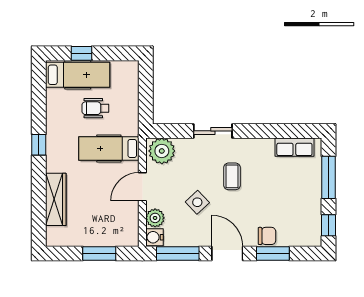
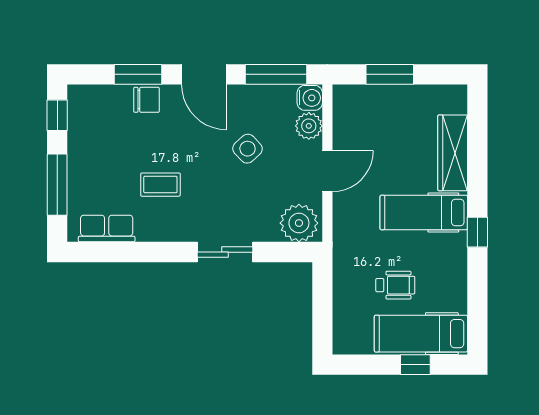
hospital bed: (109, 148) -> (424, 212), moved, turned 180
coffee table: (232, 176) -> (160, 185), moved, turned 90
chair: (267, 236) -> (146, 100), turned 180

